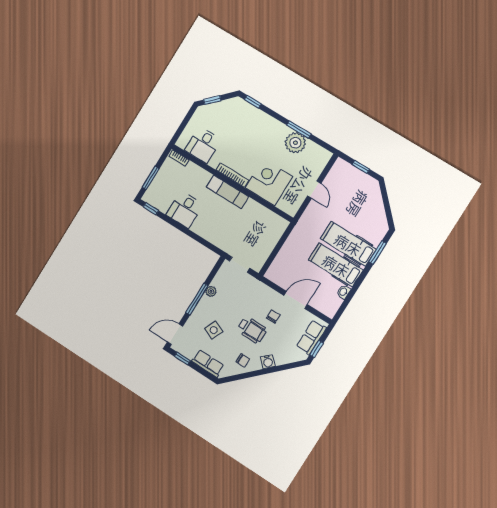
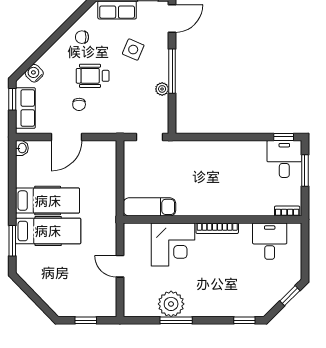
exam couch: (228, 192) -> (149, 207), moved
desk: (185, 210) -> (284, 159), moved
washbasin: (343, 292) -> (22, 148), moved
water cooler: (268, 362) -> (34, 73), moved

